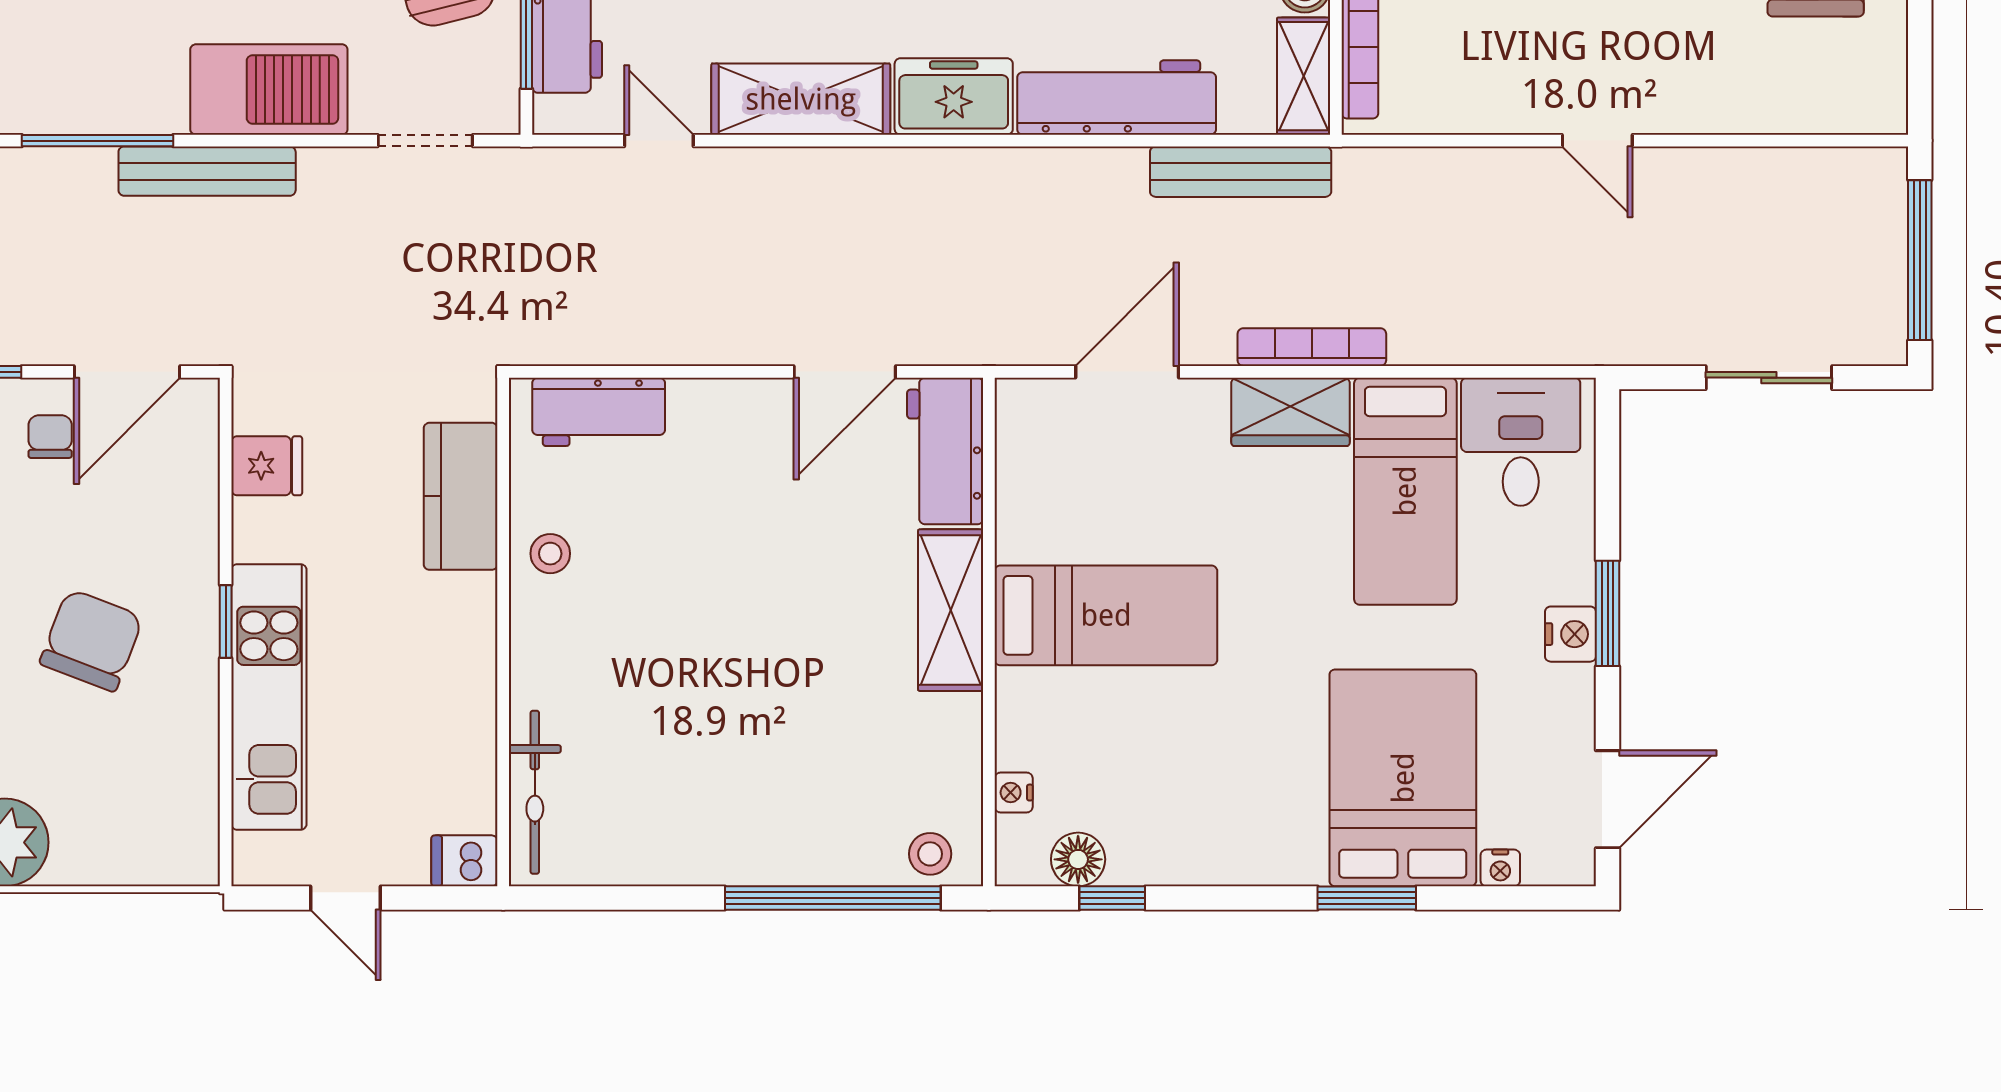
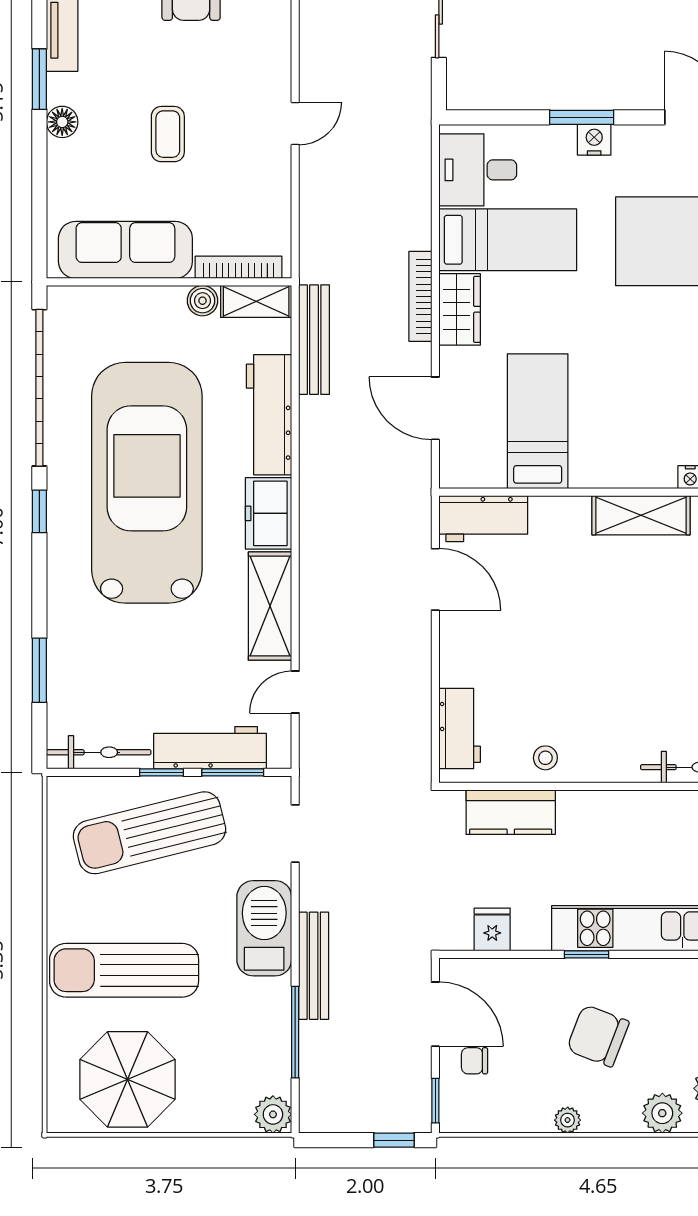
shelving: (951, 610) -> (641, 515), moved
bed: (1106, 615) -> (538, 421), moved

